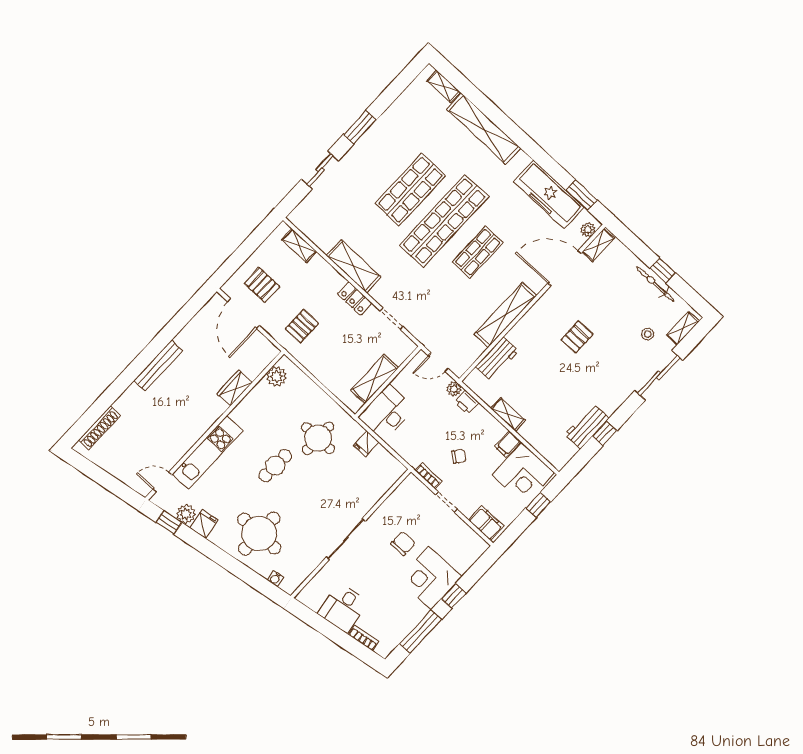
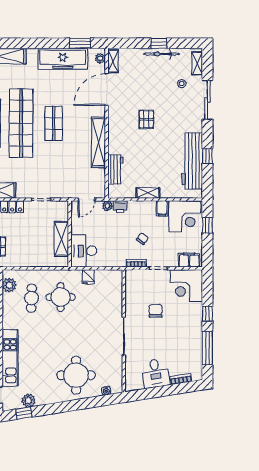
workbench: (587, 426) -> (192, 161), width x1.88, depth x1.32
cafe table: (275, 466) -> (31, 298), moved
fridge: (204, 524) -> (43, 397), removed
corner desk: (430, 578) -> (186, 286), moved

